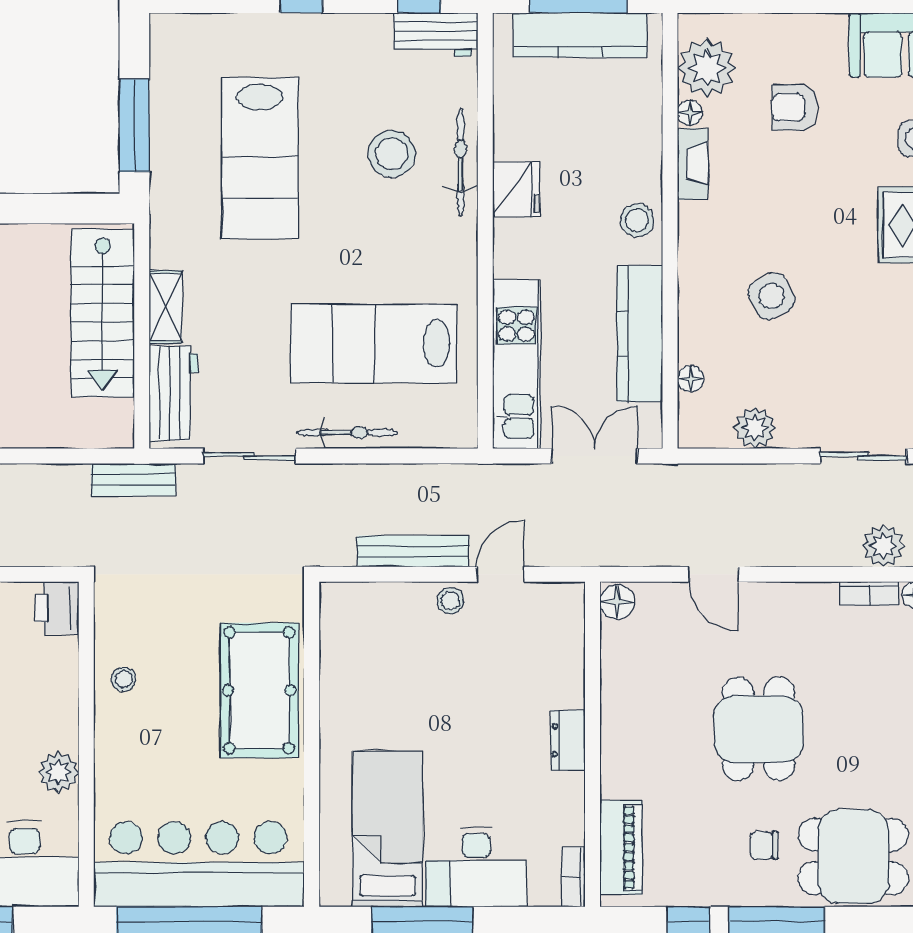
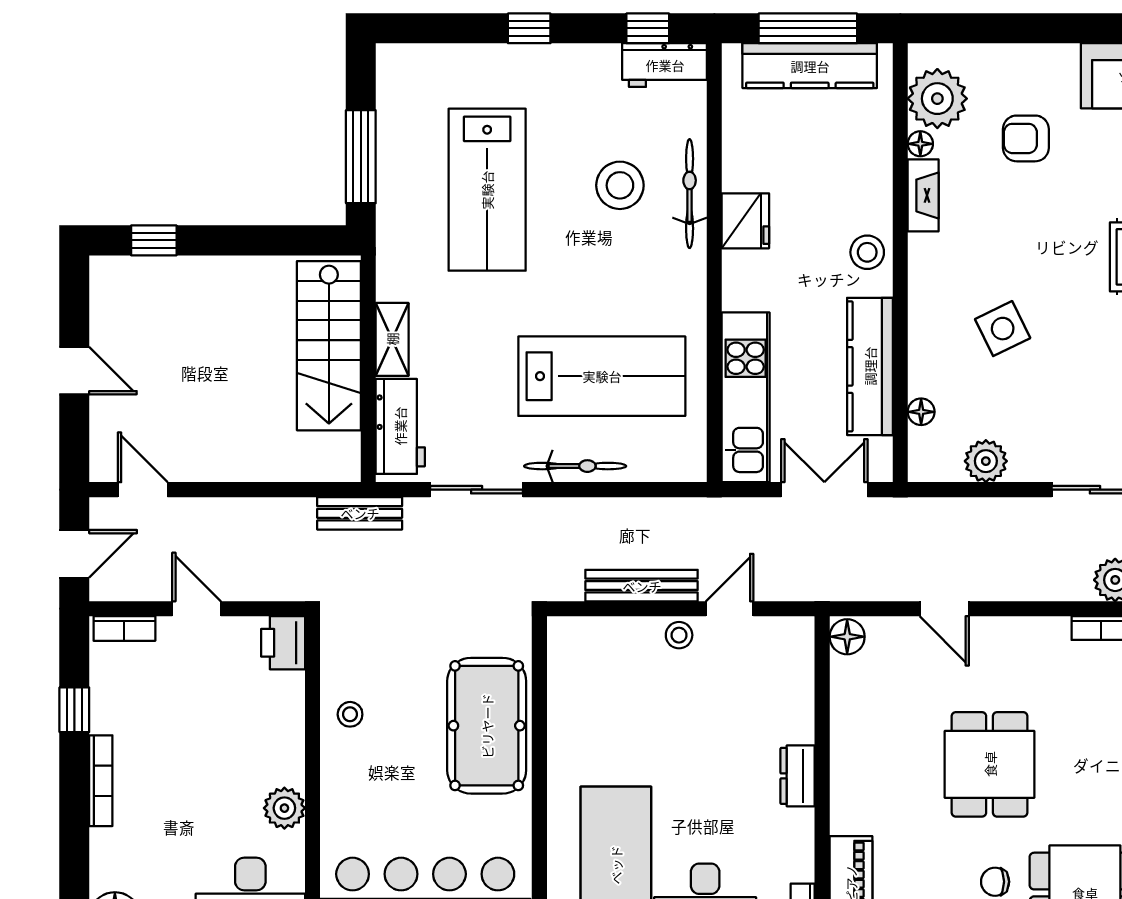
lab bench: (374, 343) -> (602, 376), turned 180

